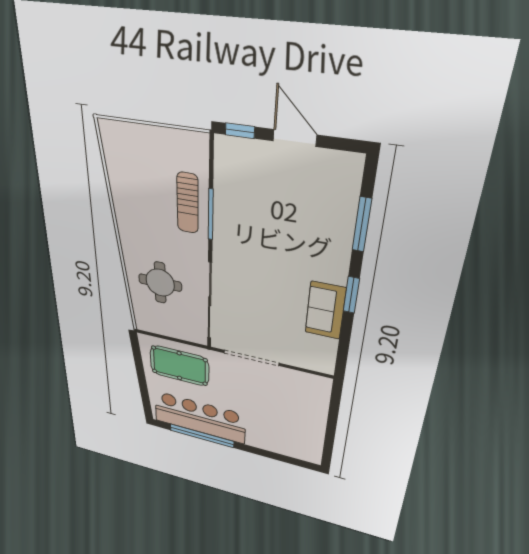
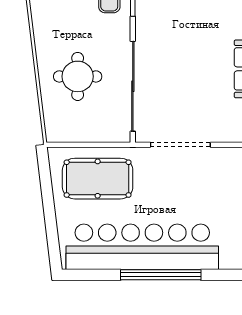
bar counter: (200, 417) -> (142, 247), width x1.36
window: (202, 436) -> (161, 275), moved

